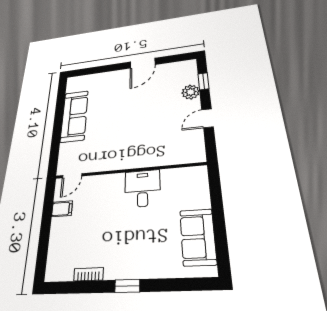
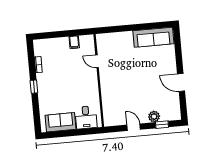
sofa: (74, 116) -> (153, 37), moved
door: (72, 176) -> (97, 61), moved
desk: (142, 188) -> (86, 117), moved, turned 90

